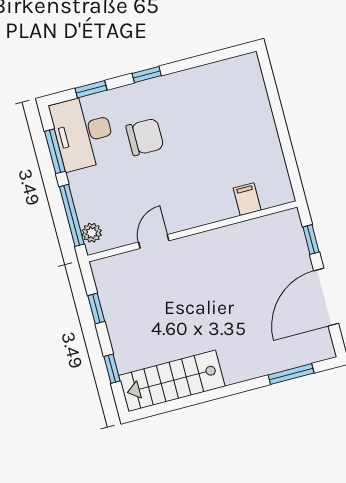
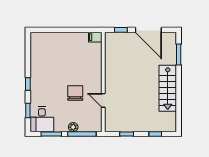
desk: (83, 133) -> (42, 119), width x0.73
chair: (145, 137) -> (75, 93), moved
filing cabinet: (247, 199) -> (95, 37), moved
plant: (92, 233) -> (73, 127), moved
stairs: (172, 381) -> (168, 88), moved

